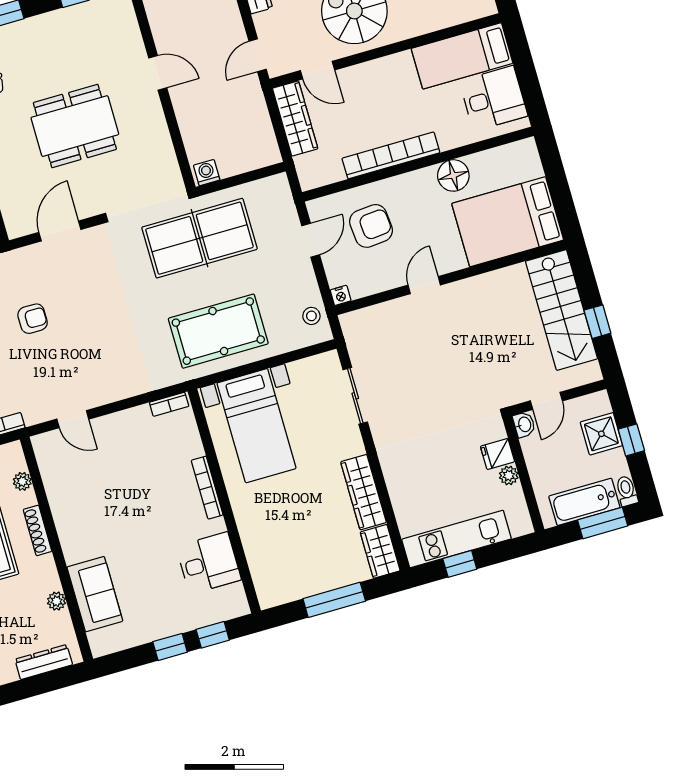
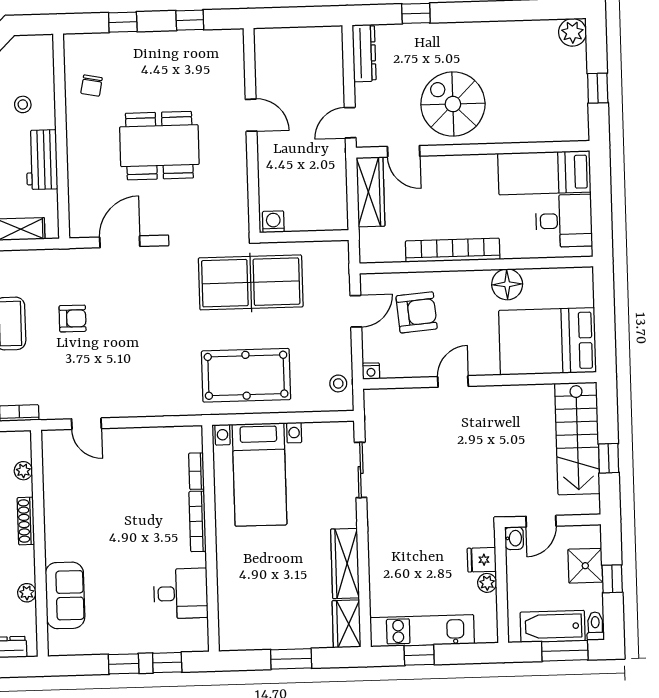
bookcase: (169, 404) -> (196, 471), moved, turned 90
window: (334, 600) -> (291, 659), width x0.69

